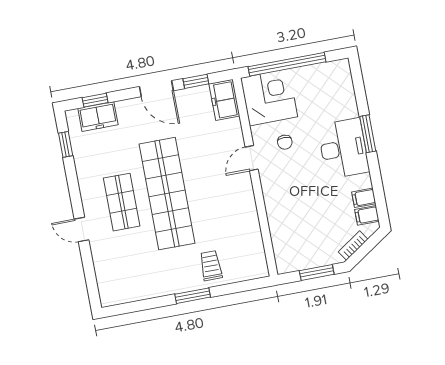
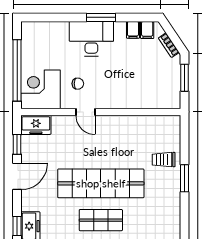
window: (368, 134) -> (101, 17), moved

